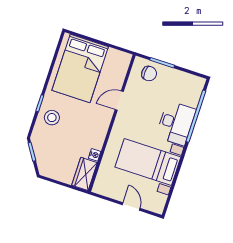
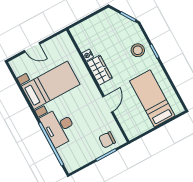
bed: (80, 68) -> (152, 98), width x0.67
wardrobe: (85, 174) -> (100, 70), moved

